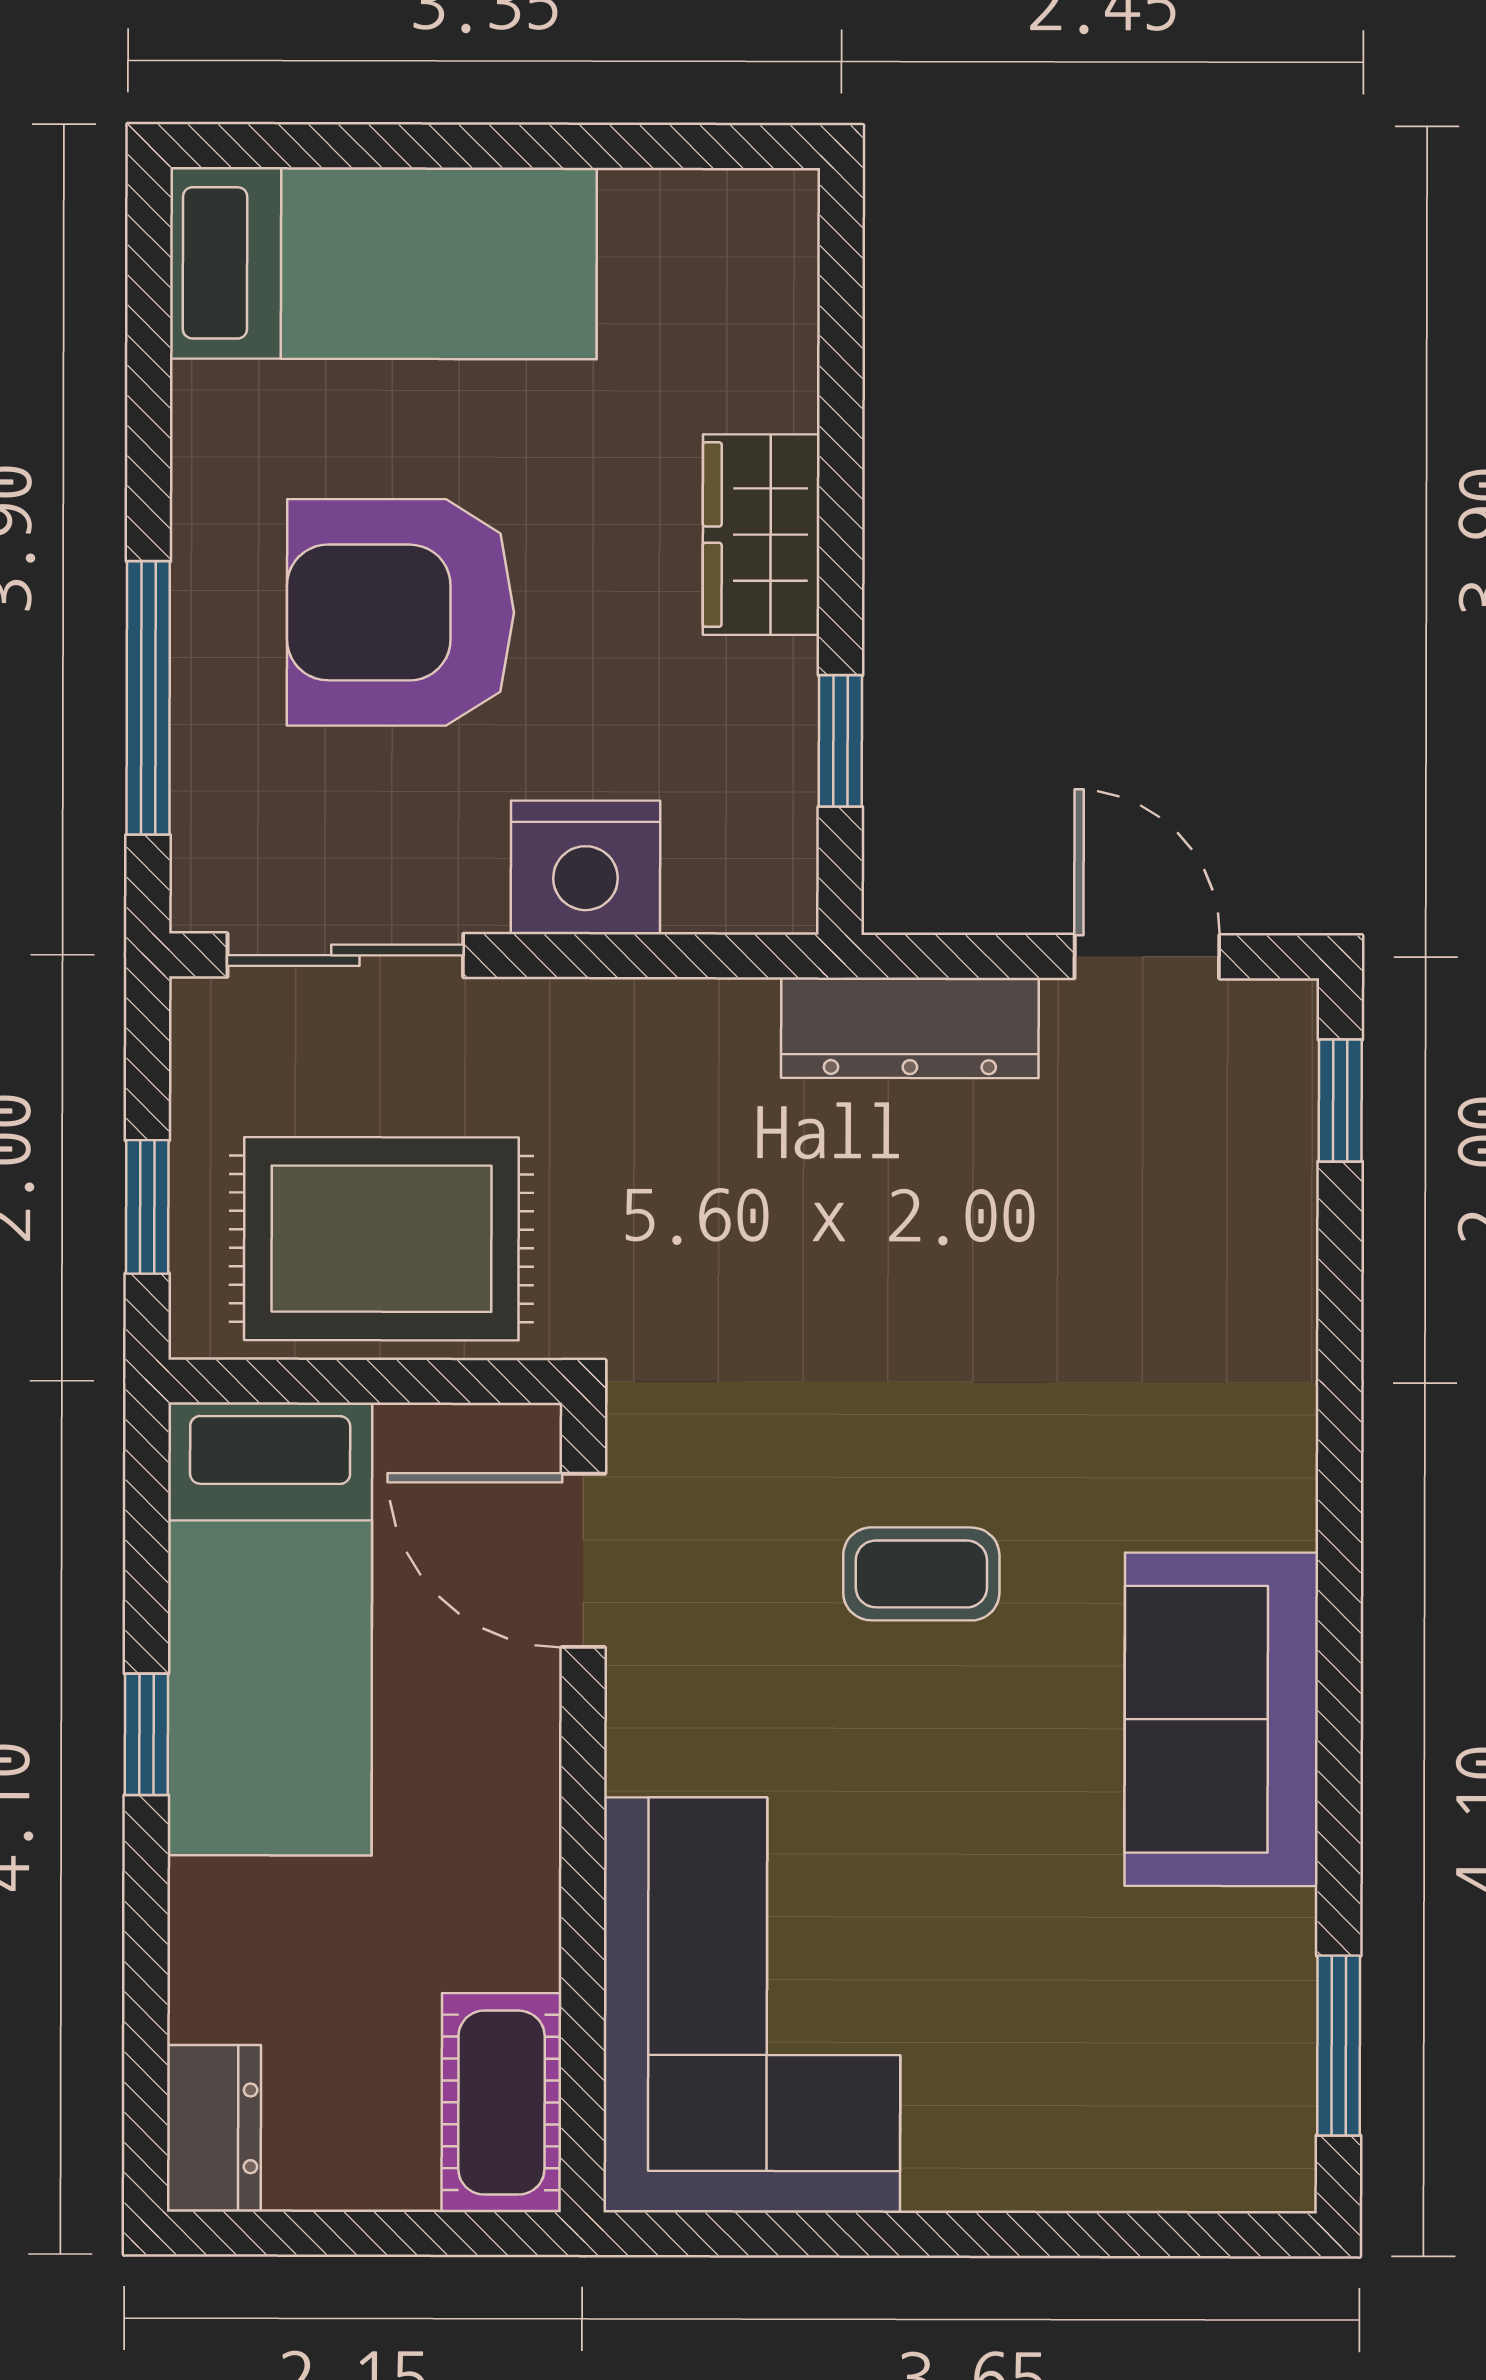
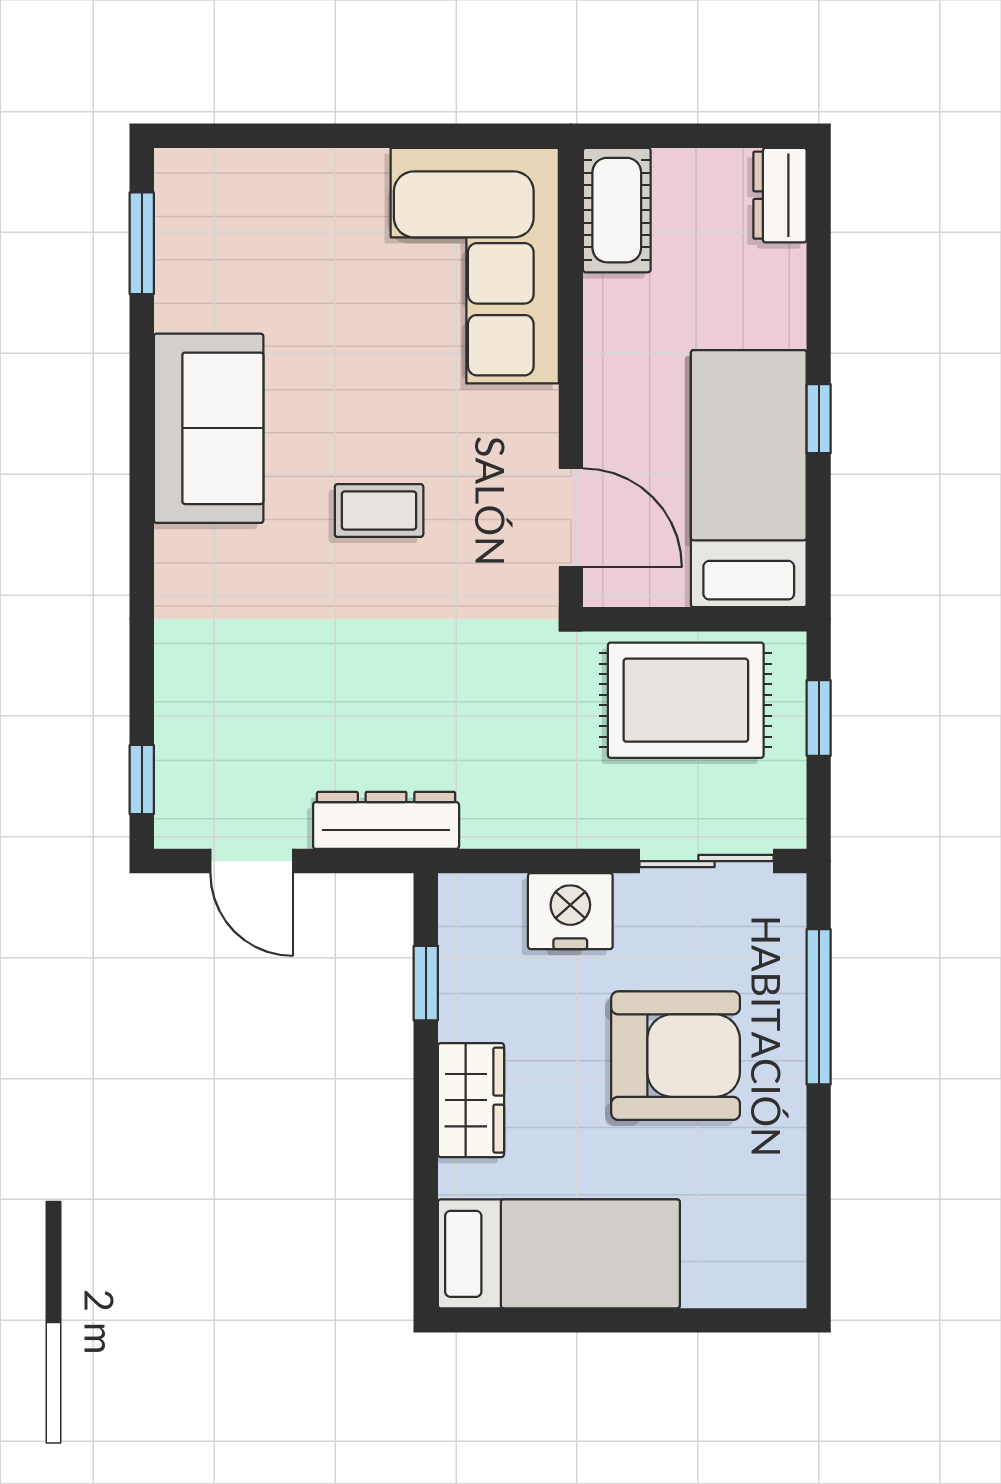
bed: (383, 263) -> (559, 1254), moved, turned 180

